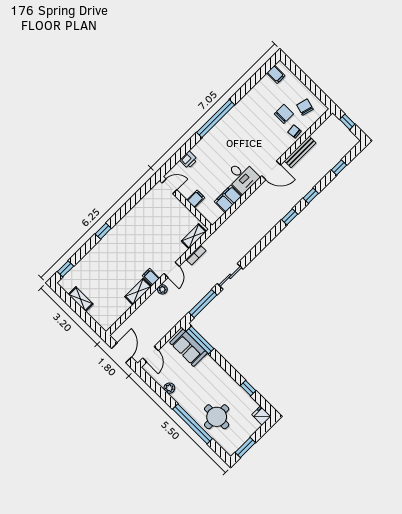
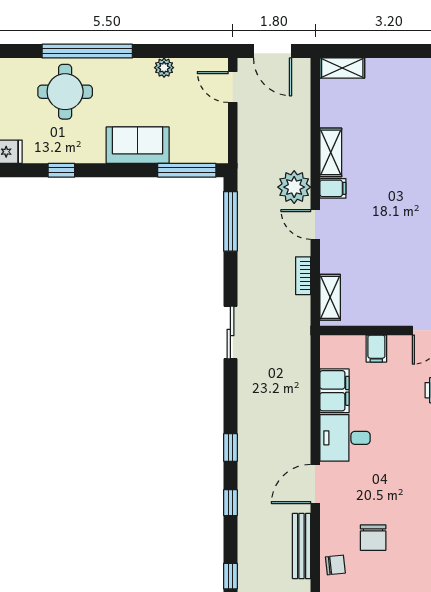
chair: (284, 114) -> (373, 538), moved
sliding door: (230, 276) -> (230, 333), moved
plant: (162, 289) -> (294, 187), width x1.88, depth x1.88
shelving: (81, 299) -> (342, 68), moved
sofa: (189, 348) -> (138, 145), moved

